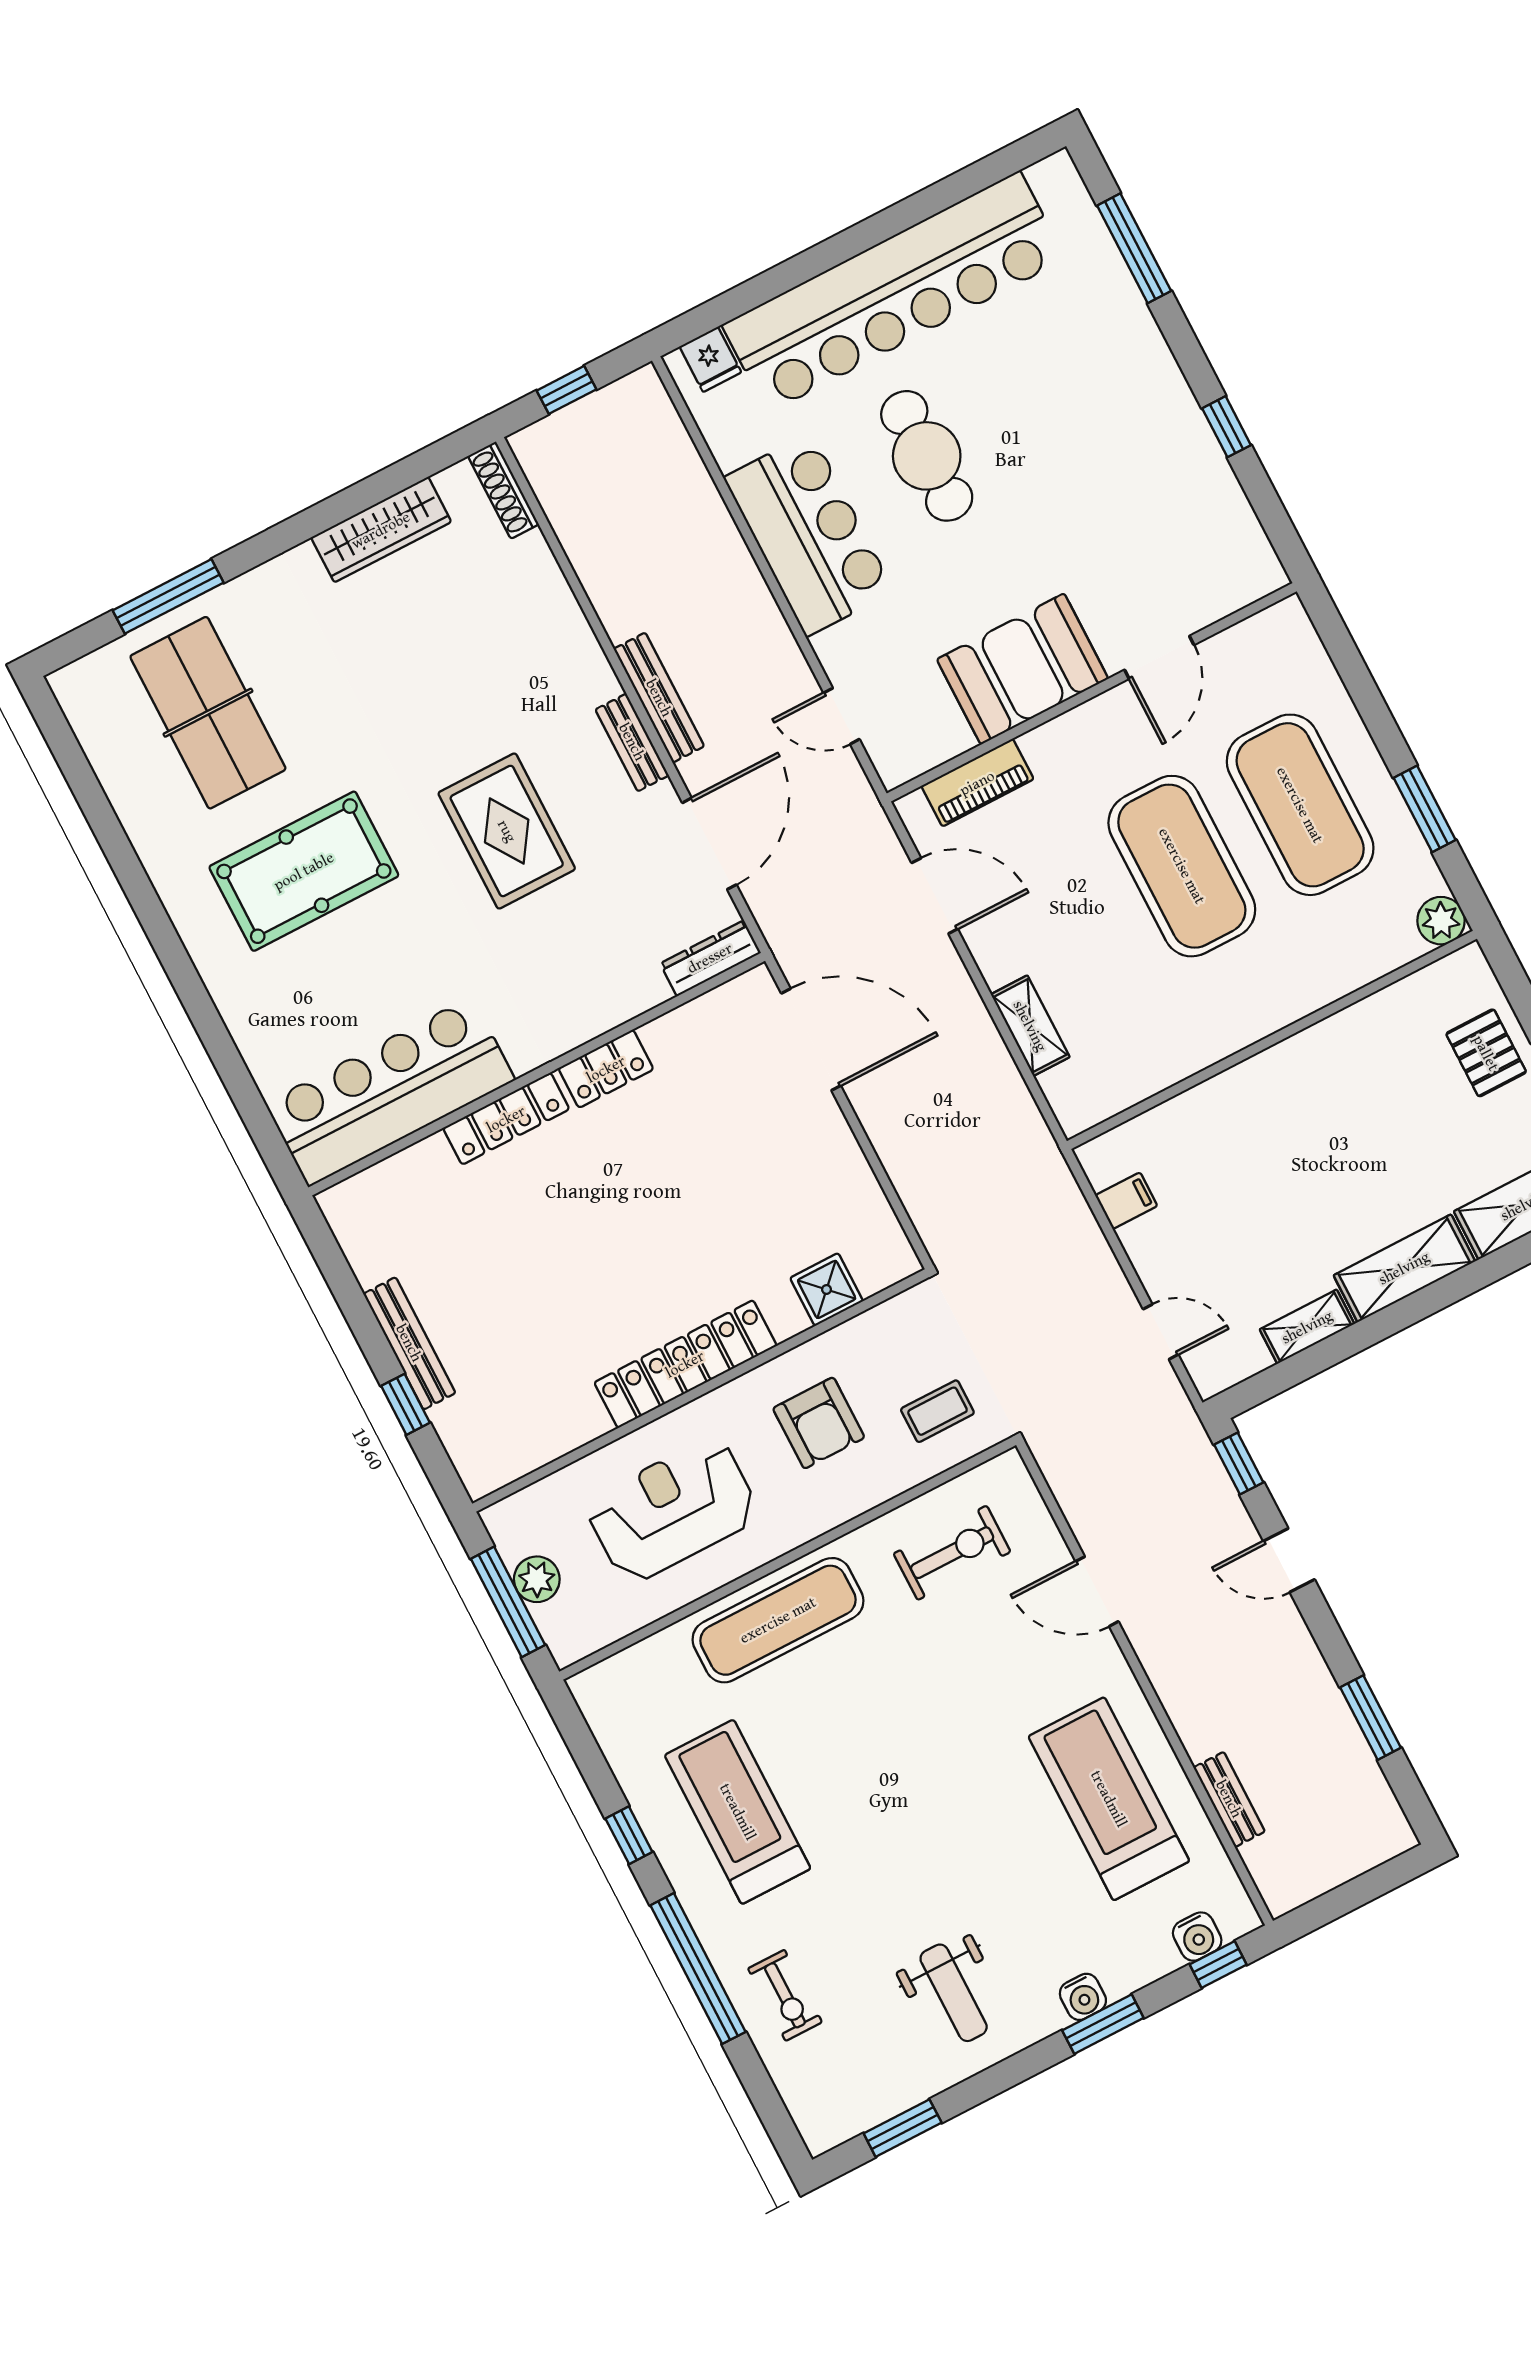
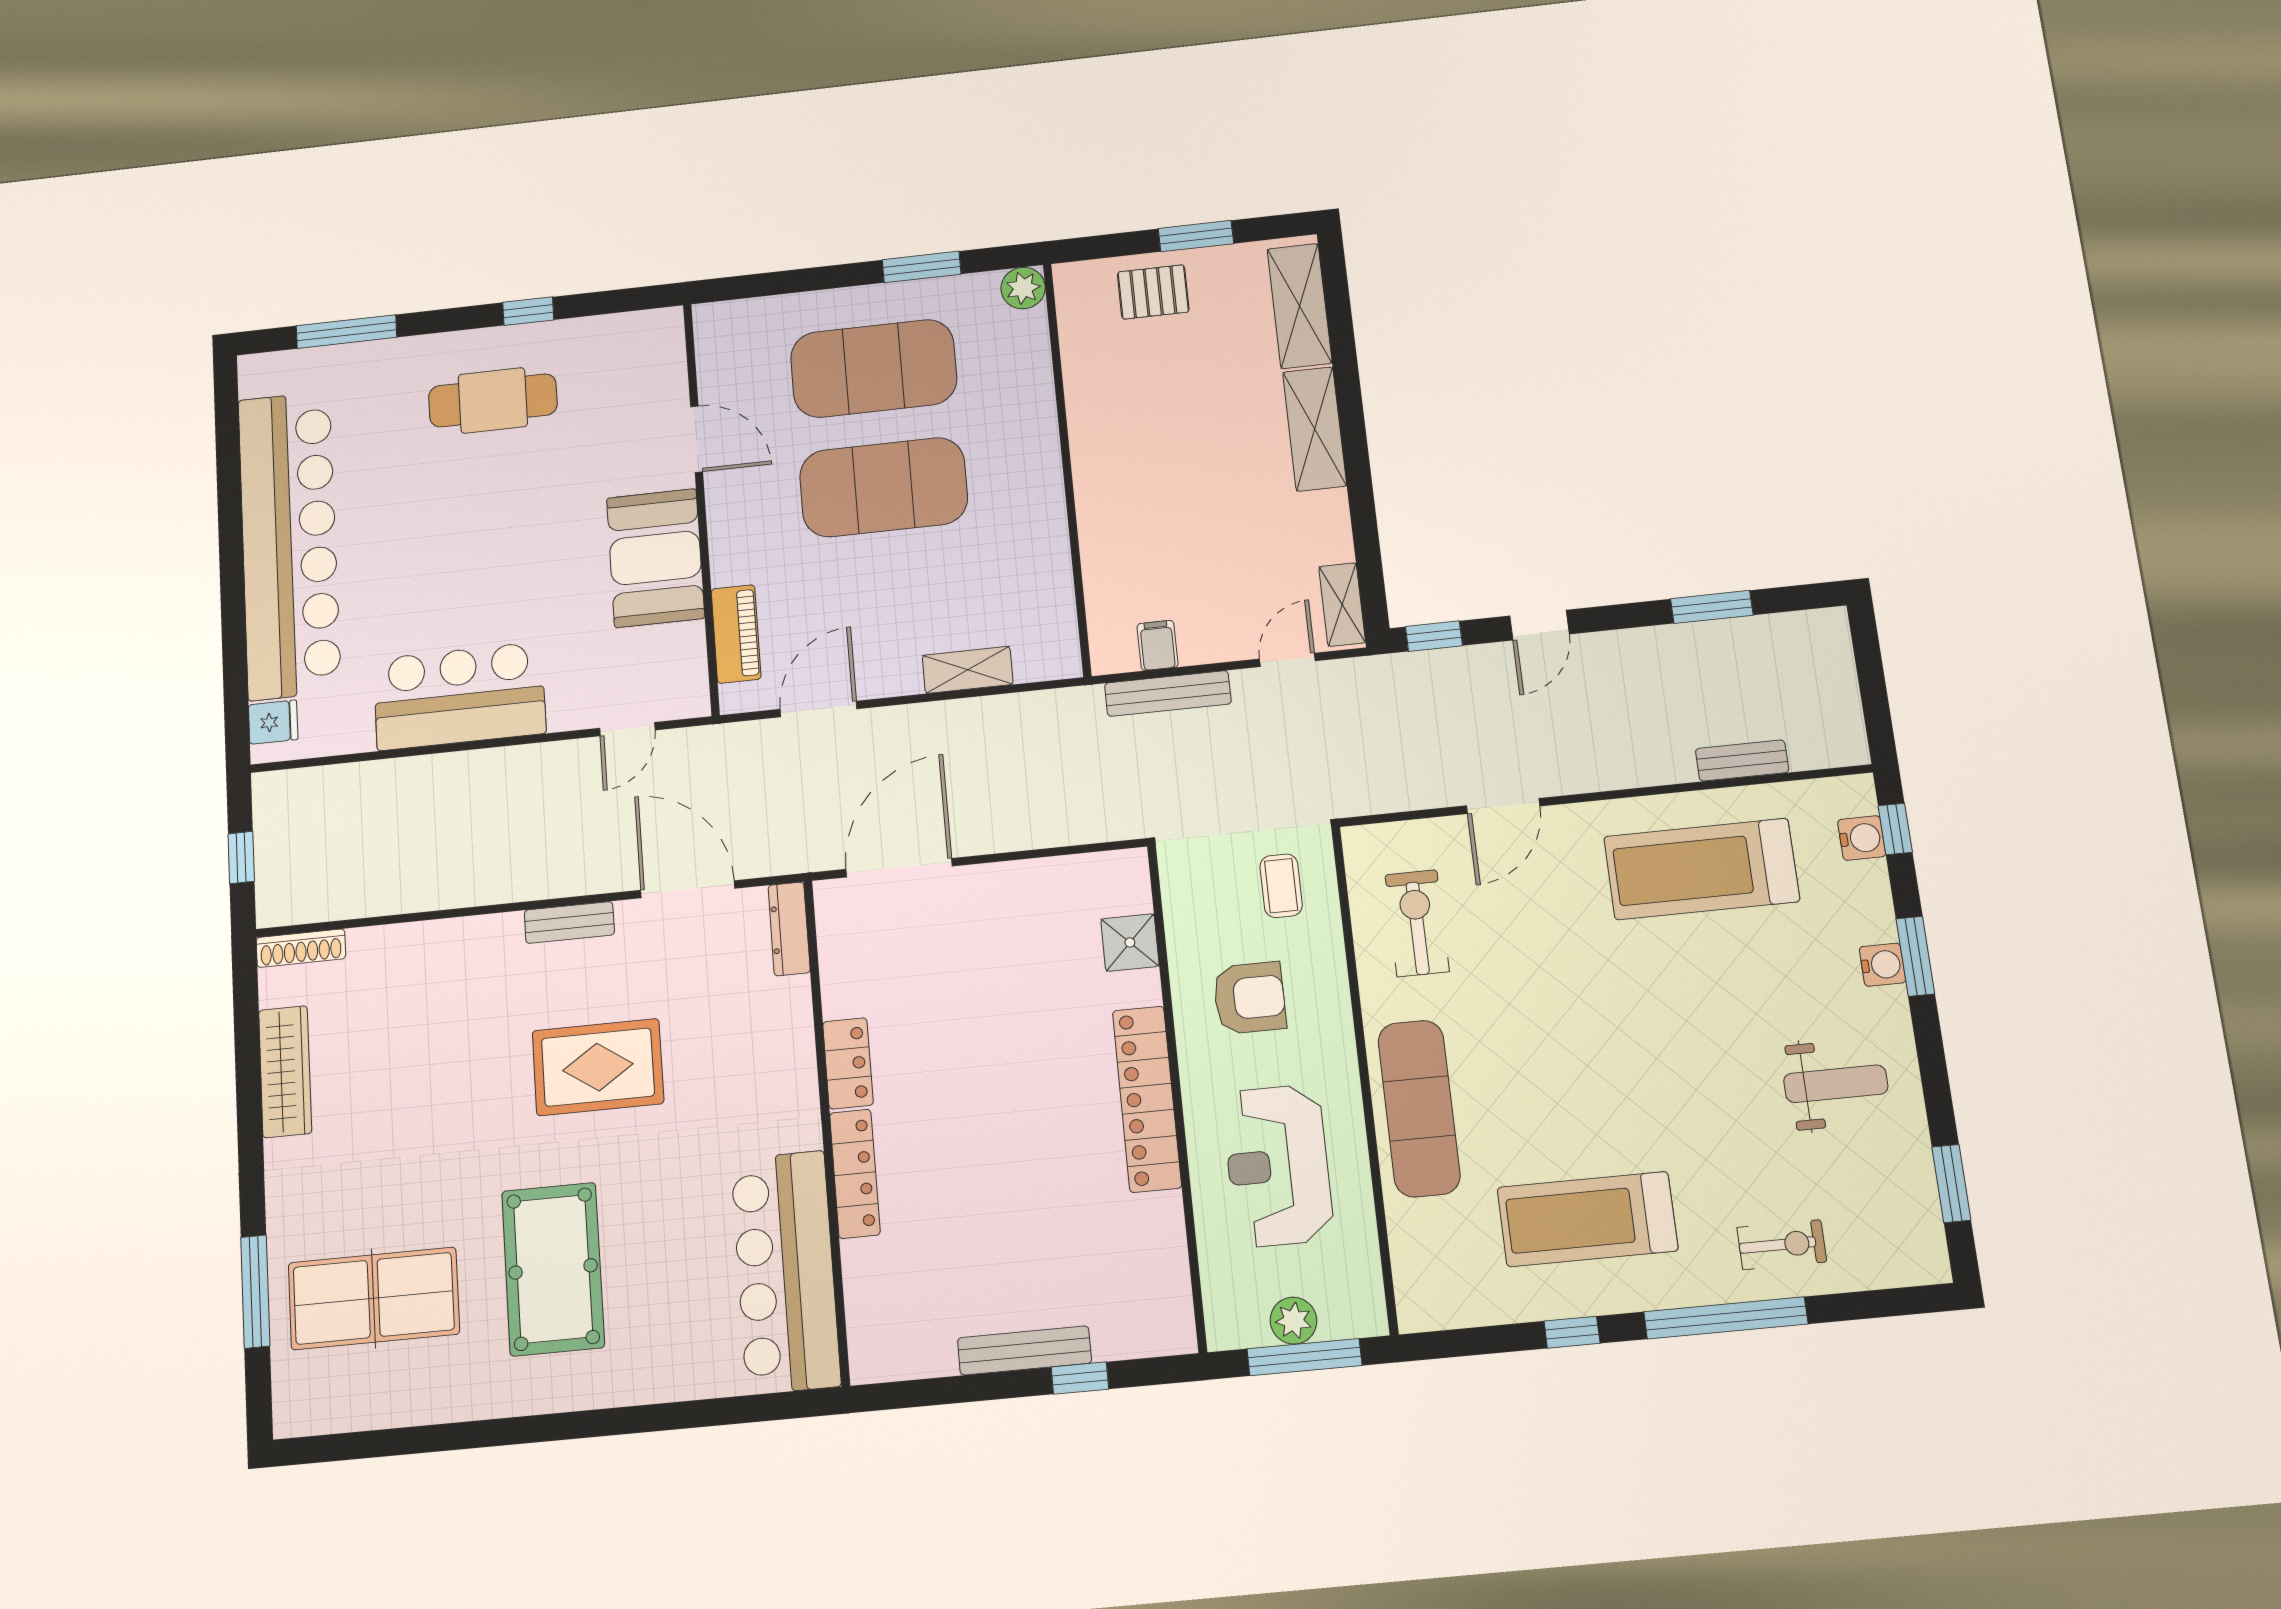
cafe table: (927, 456) -> (493, 400), moved
bench: (659, 698) -> (1168, 694), moved
shelving: (1307, 1327) -> (1342, 605), moved

